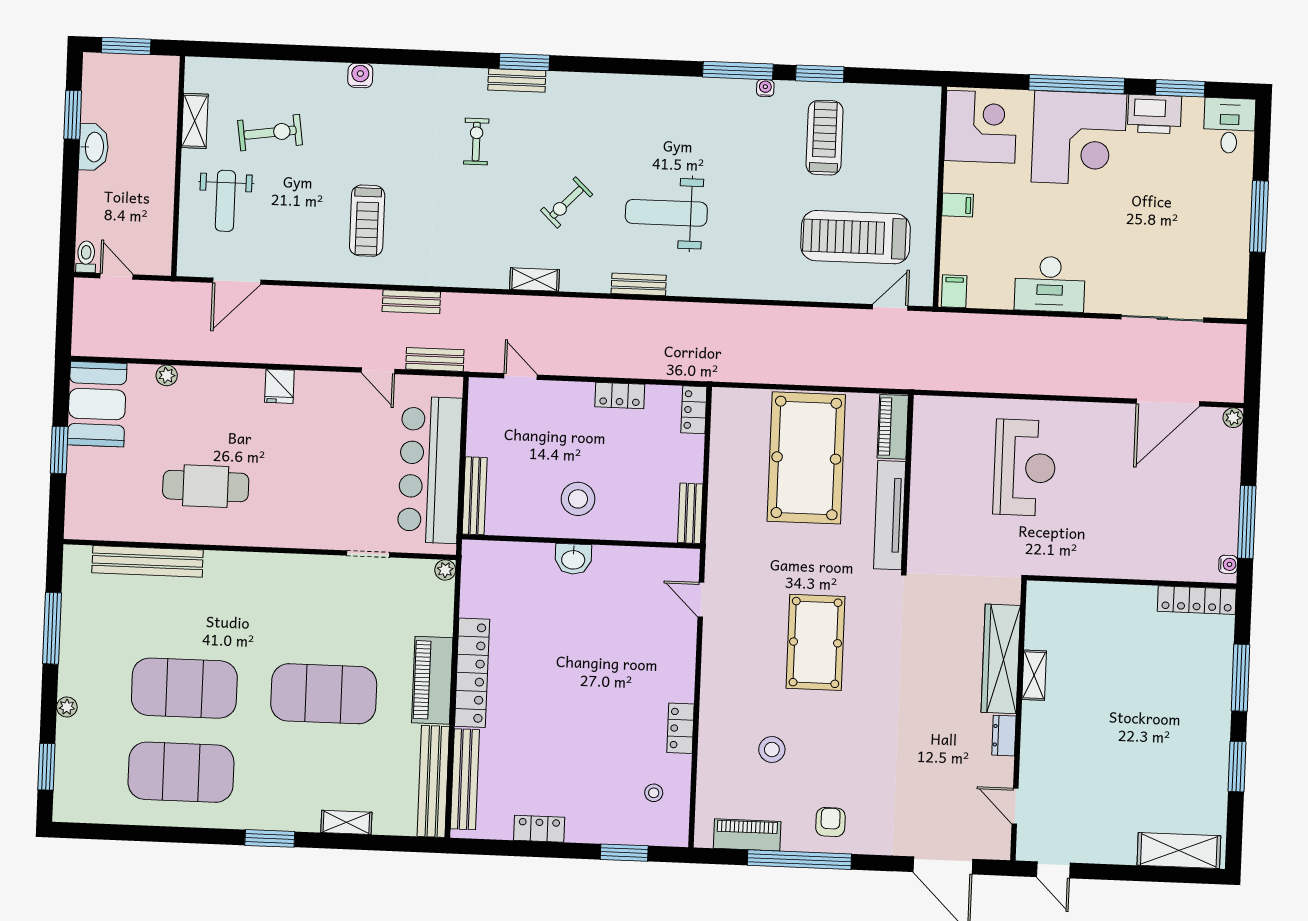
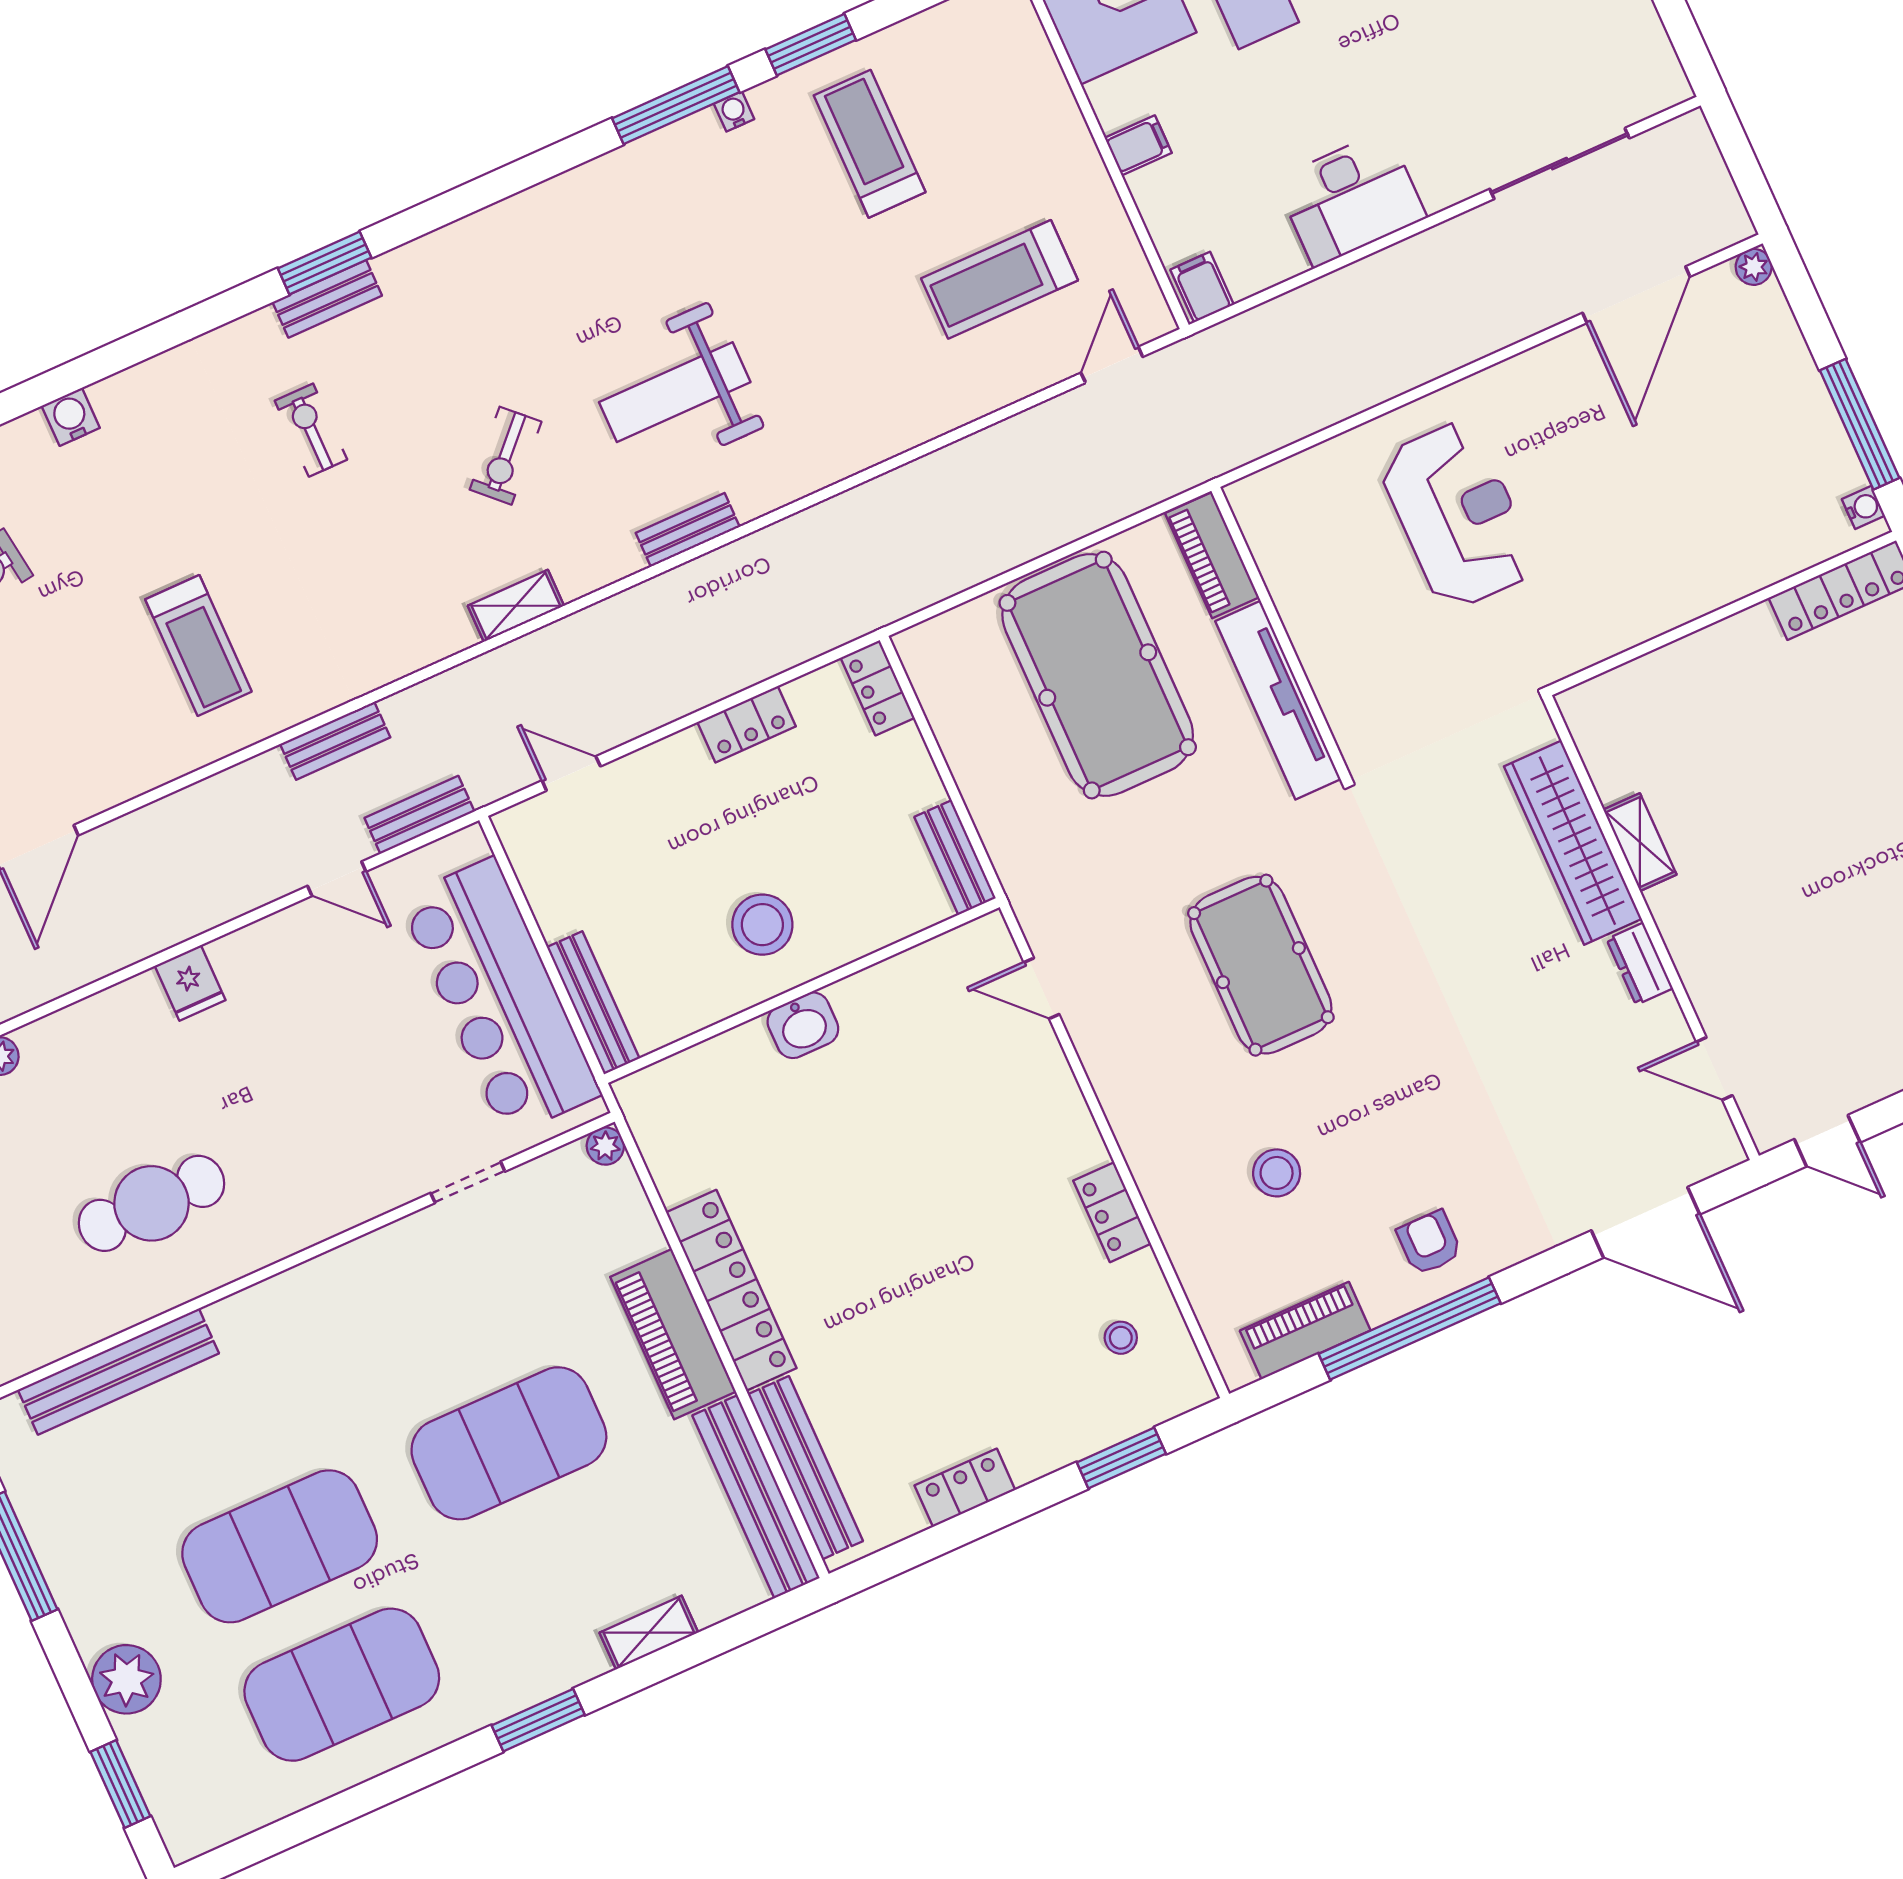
treadmill: (855, 237) -> (999, 279), width x0.73, depth x0.73
plant: (67, 707) -> (126, 1679), width x1.88, depth x1.88

